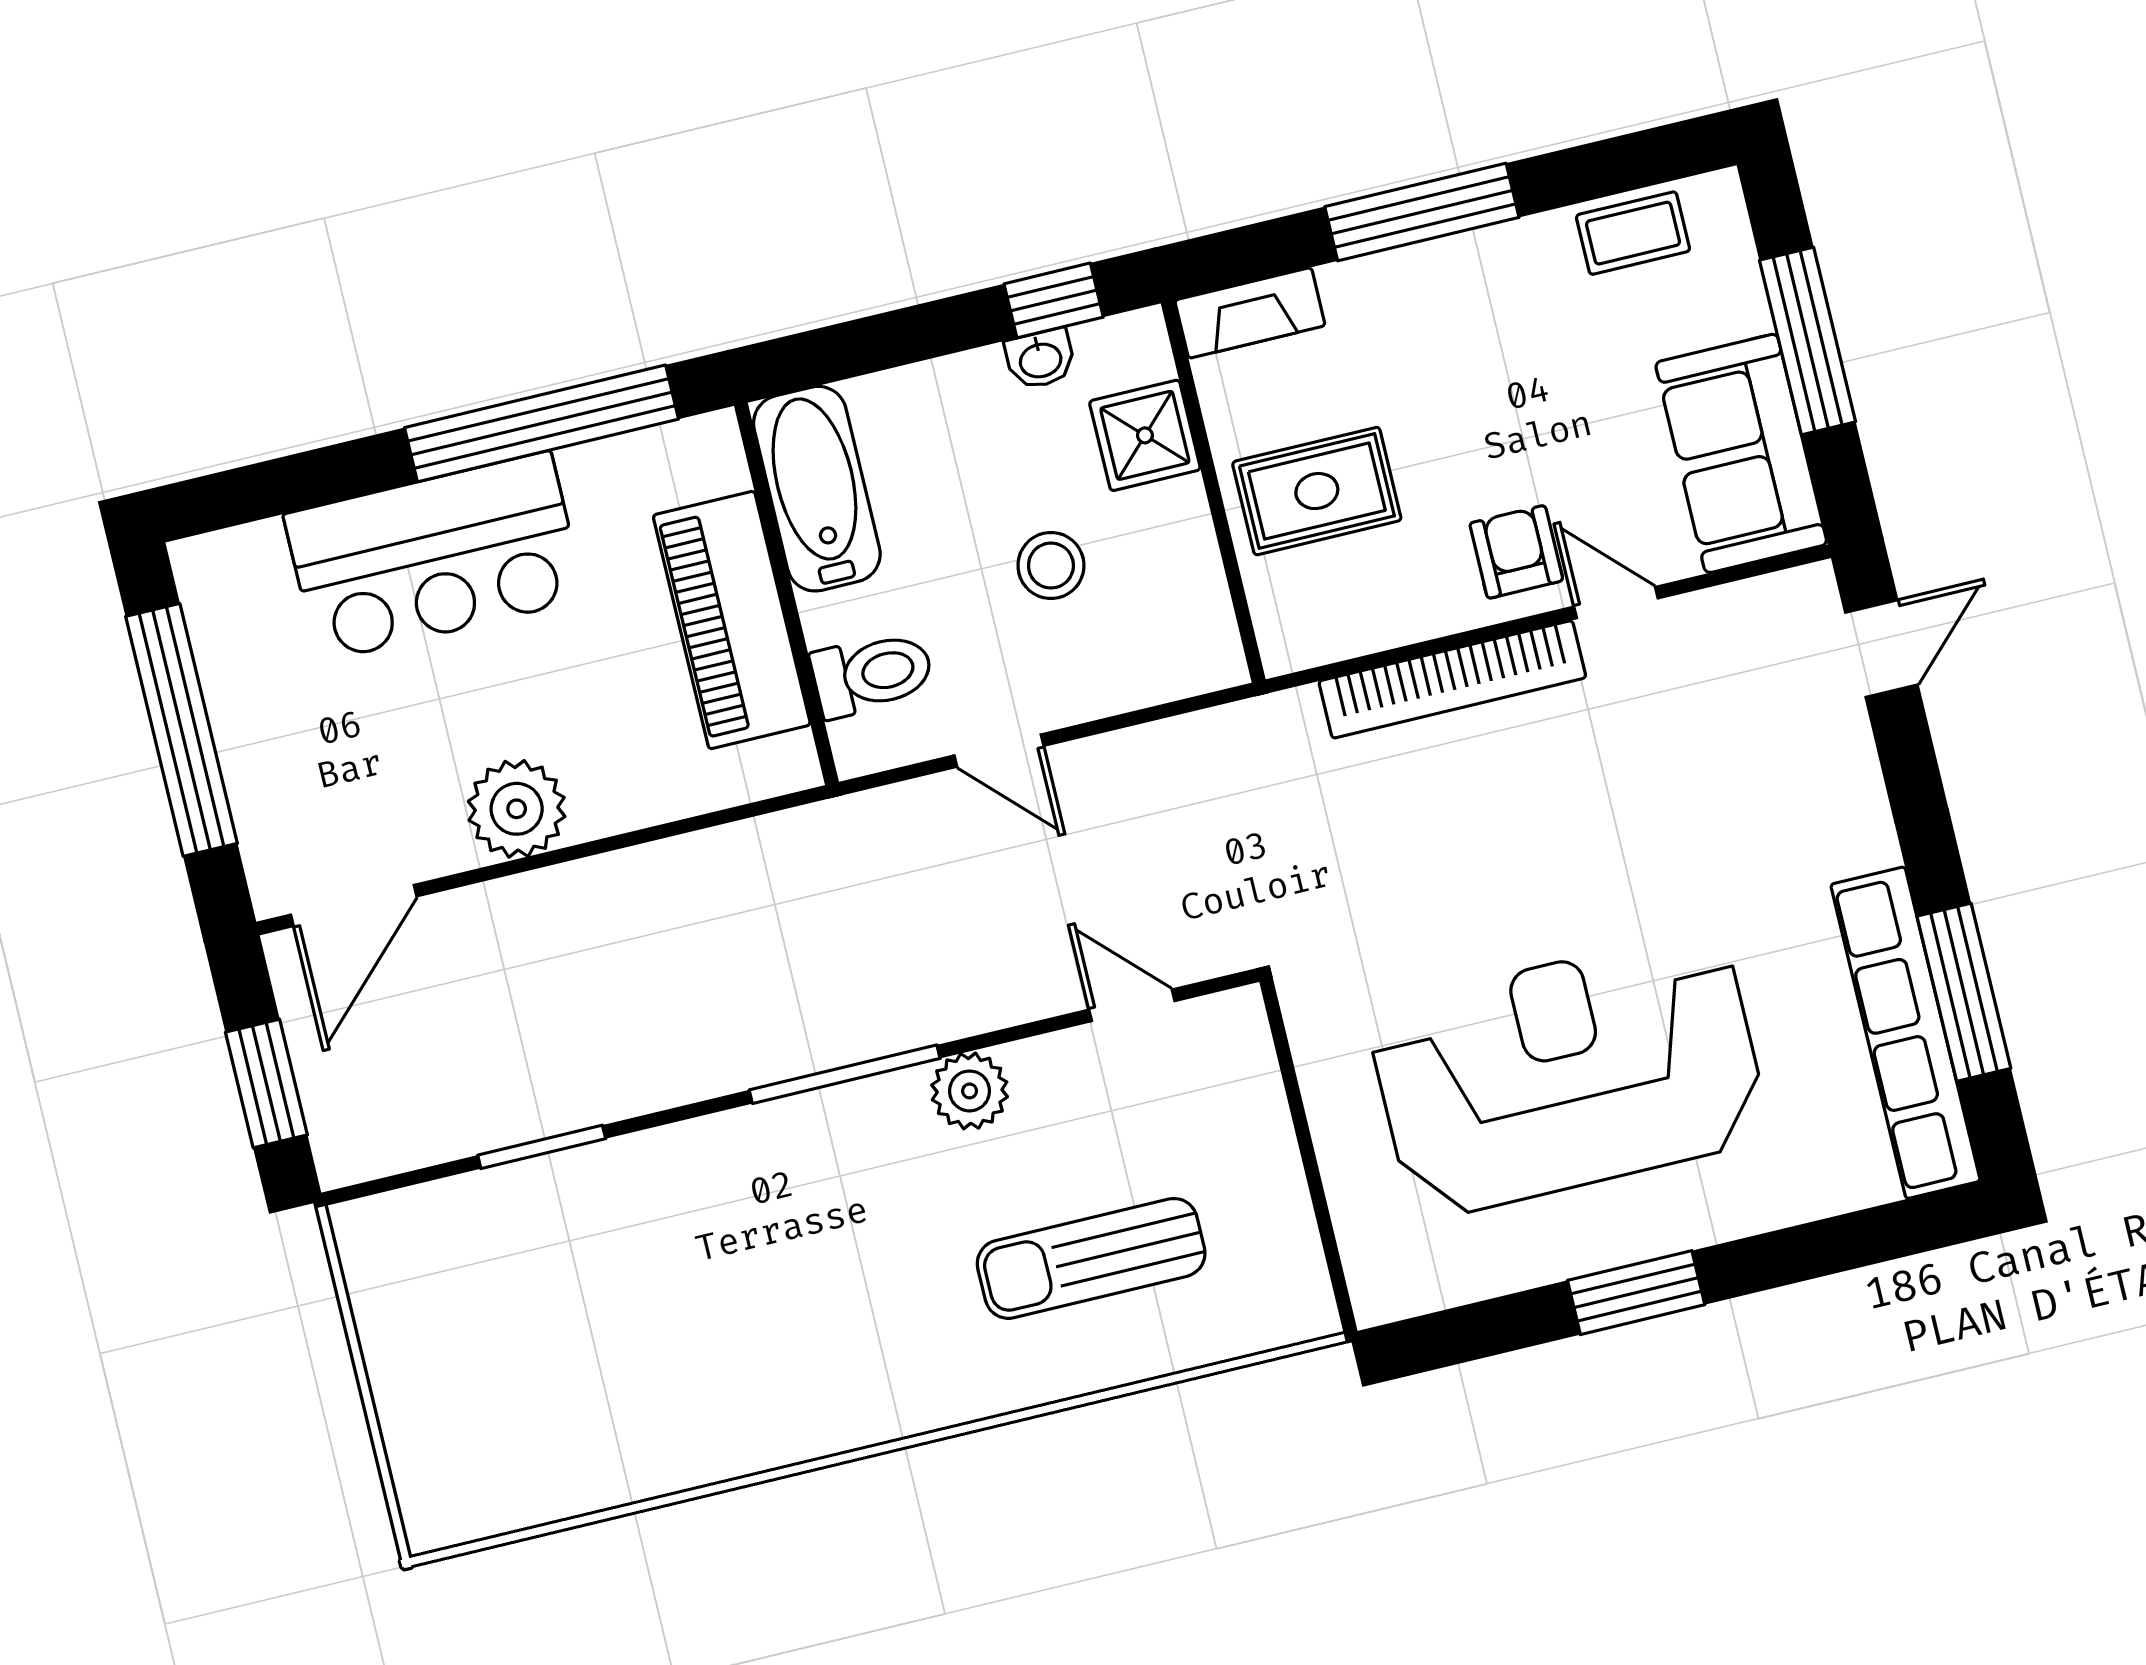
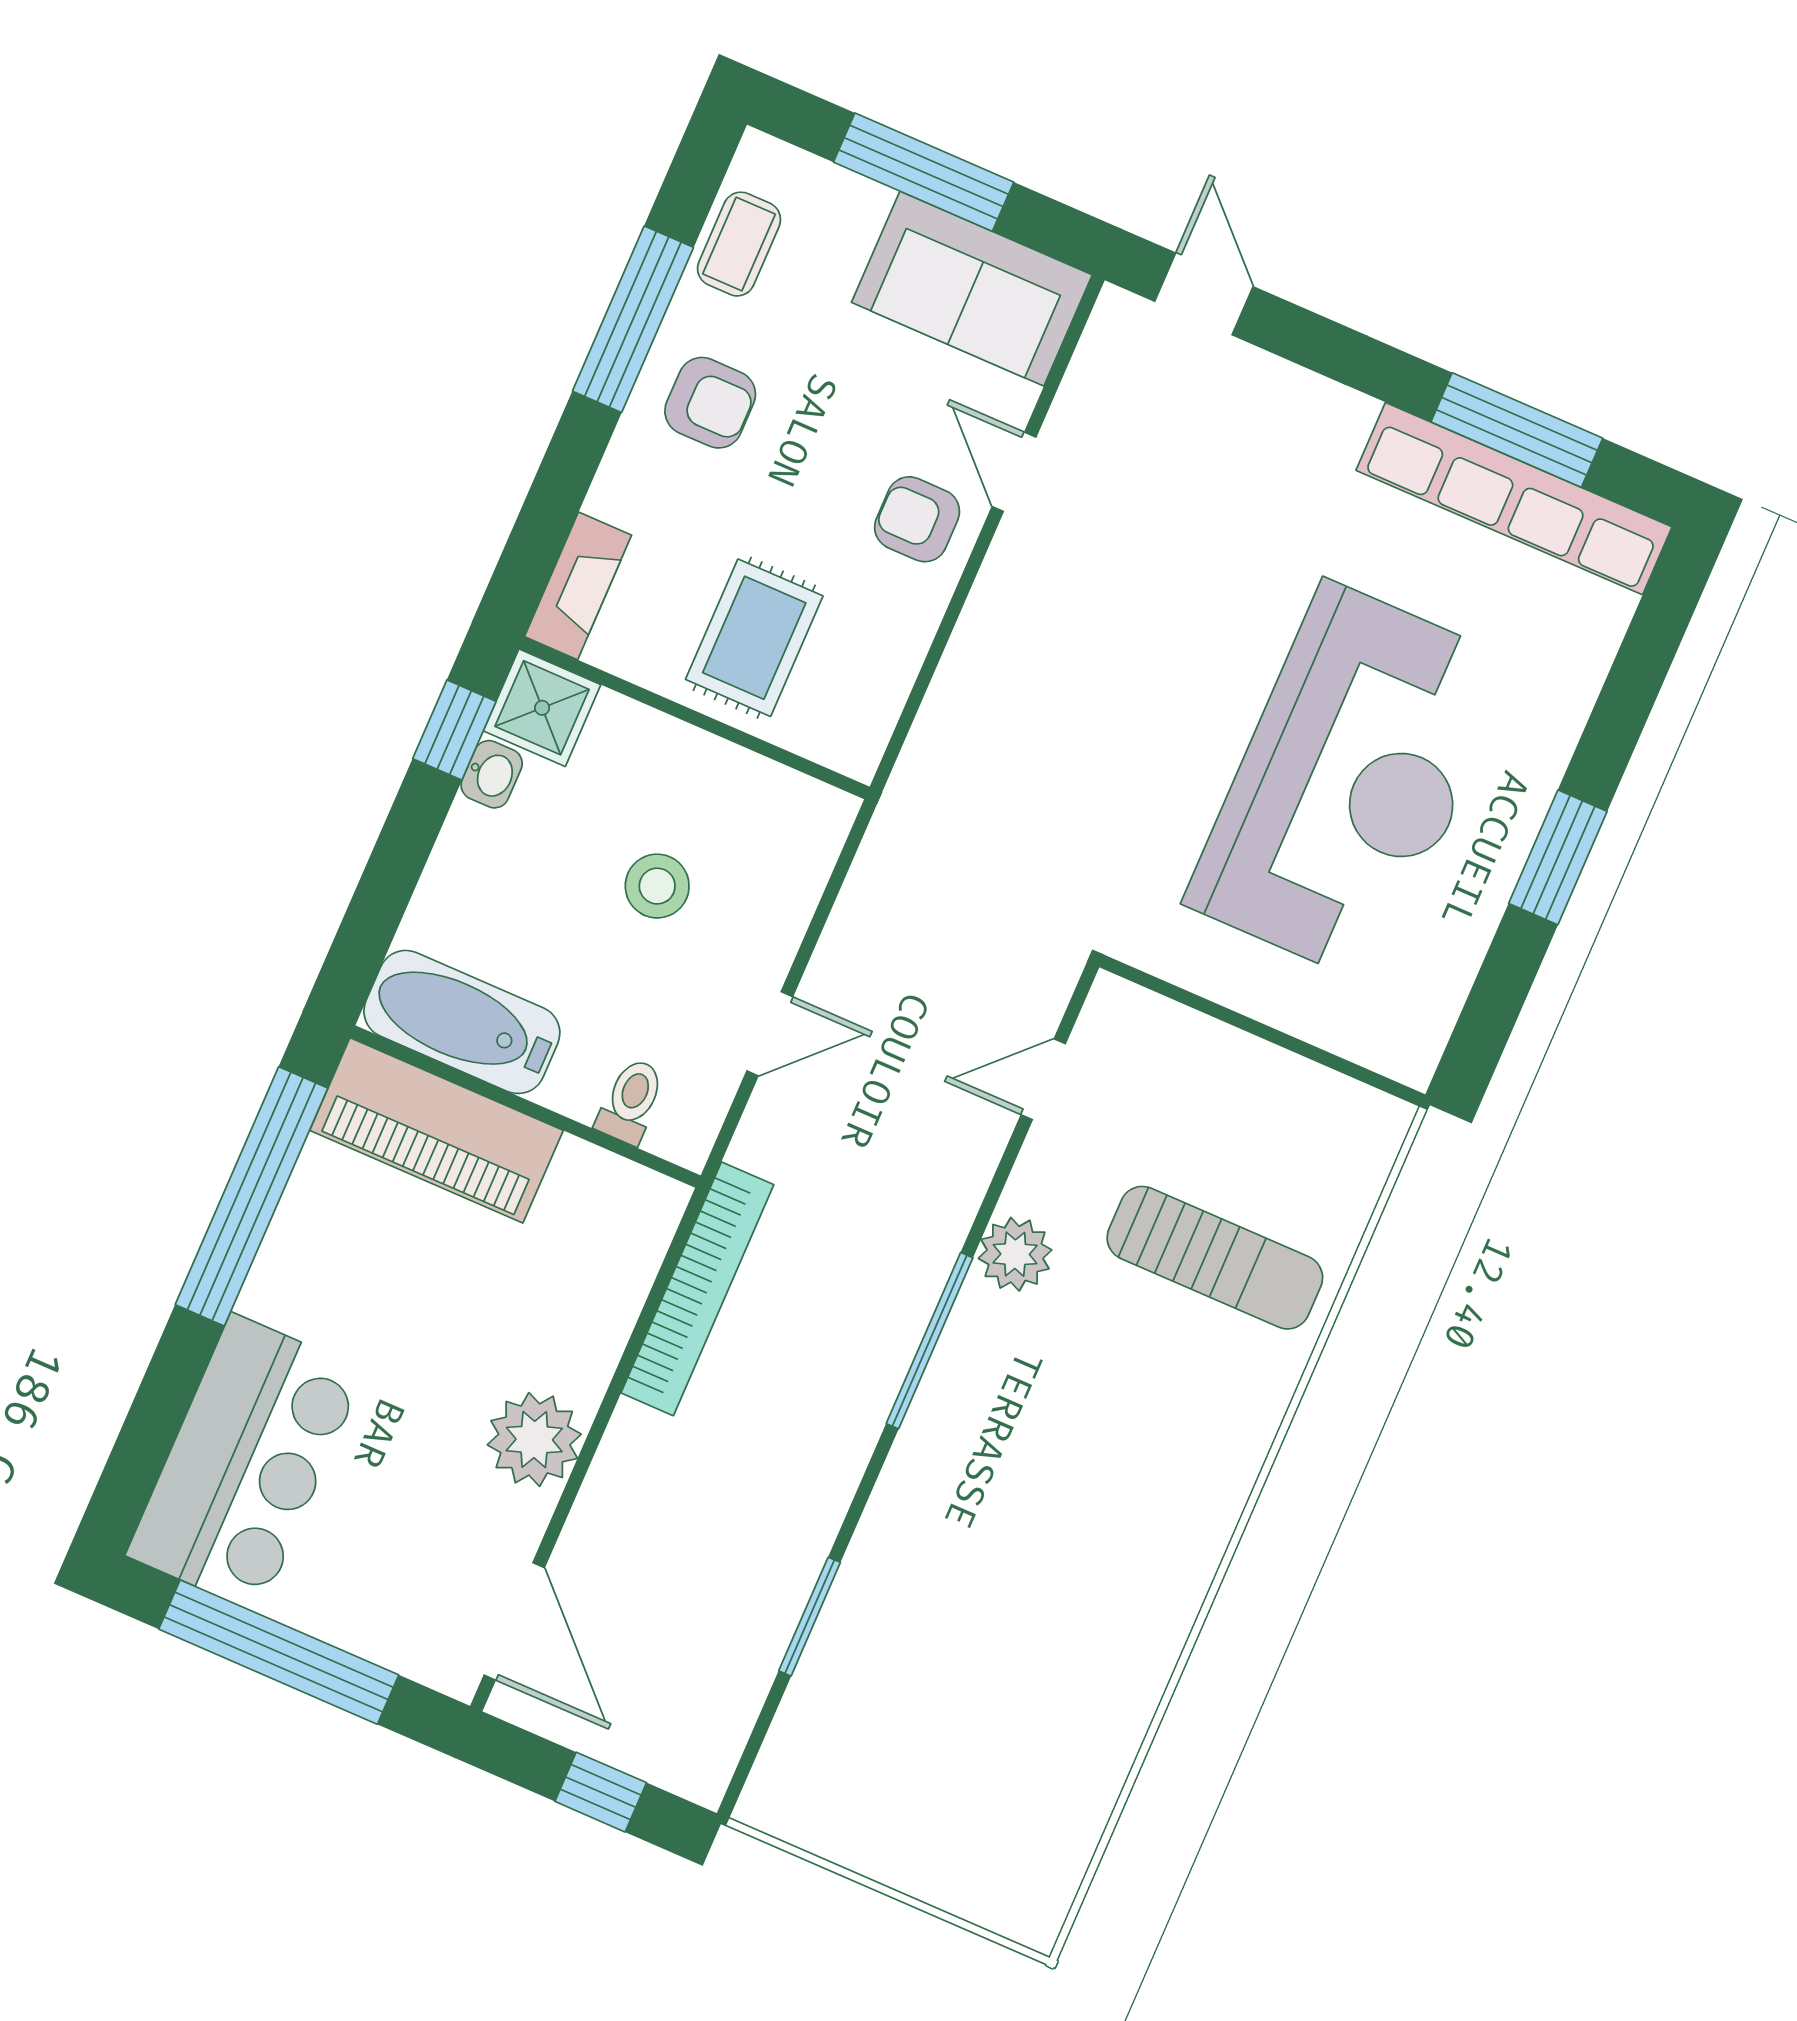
window: (1422, 212) -> (633, 319), moved
armchair: (1484, 308) -> (710, 403), added
shower: (1145, 435) -> (542, 708), moved
bar counter: (434, 557) -> (246, 1463), moved
door: (1616, 602) -> (1014, 472), hinge flipped
piano: (732, 620) -> (436, 1130), moved
toilet: (872, 674) -> (631, 1101), width x0.73, depth x0.72
bookcase: (1452, 679) -> (697, 1289), moved
reception desk: (1568, 1074) -> (1350, 783), turned 180
window: (266, 1083) -> (601, 1792), width x0.67
sun lounger: (1091, 1258) -> (1215, 1258), turned -90

